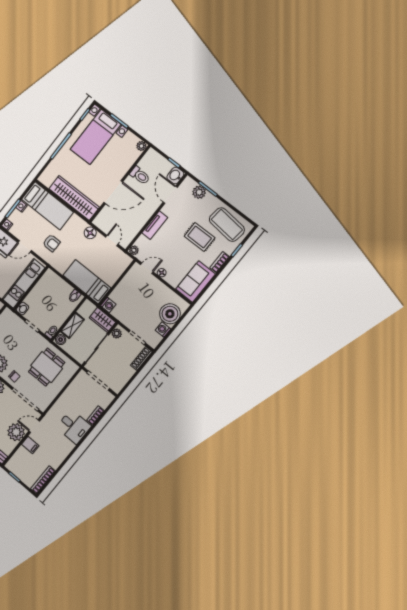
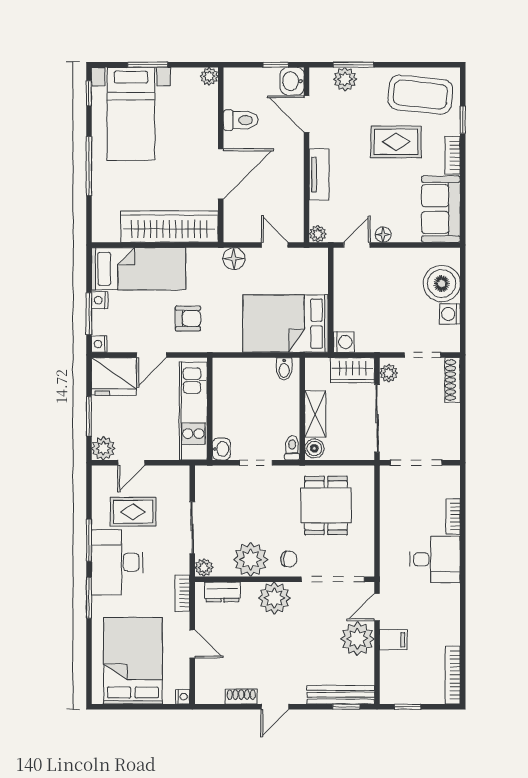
bed: (87, 282) -> (286, 324), width x1.50

